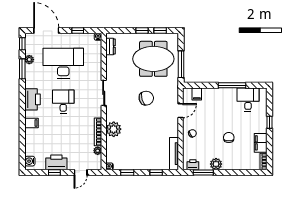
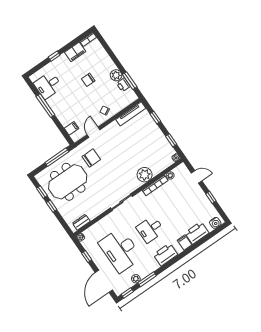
meeting table: (153, 59) -> (68, 182), turned 90
chair: (146, 98) -> (91, 158), moved, turned 105
door: (181, 111) -> (94, 132), hinge flipped
printer: (56, 162) -> (197, 233), moved, turned 90
printer: (193, 165) -> (123, 85), moved

